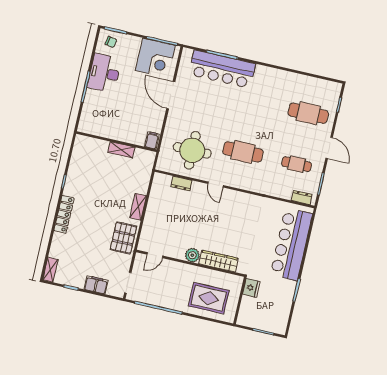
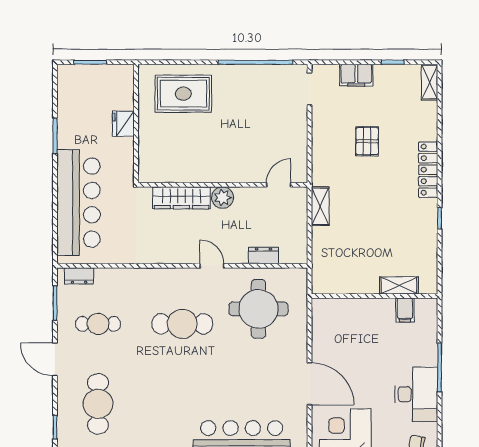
cafe table: (308, 113) -> (98, 404), turned 90
filing cabinet: (152, 140) -> (405, 310), moved
shelving: (121, 150) -> (399, 285), moved
pallet: (123, 238) -> (367, 141), moved, width x0.67, depth x0.71
door: (155, 255) -> (279, 185), moved
plant: (192, 255) -> (222, 198), moved
wardrobe: (219, 261) -> (181, 198), moved
wall: (190, 263) -> (223, 185), moved

